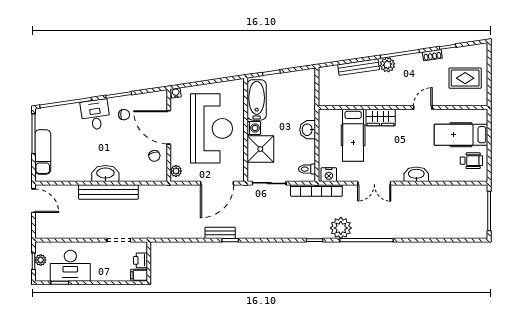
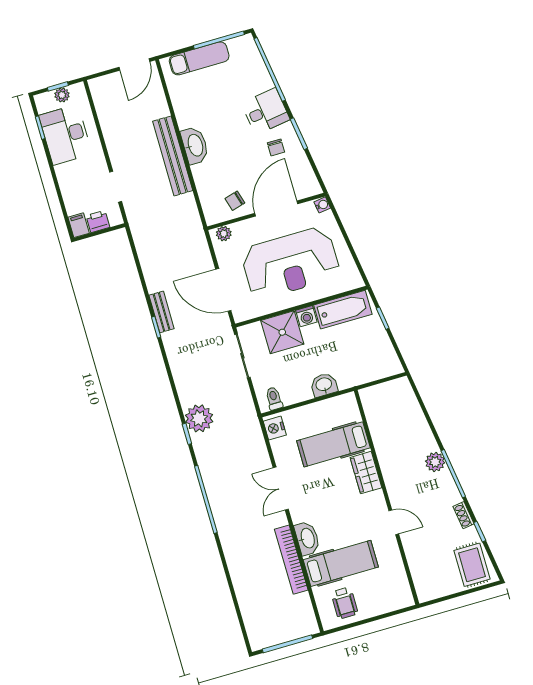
bench: (359, 67) -> (422, 426), removed
rug: (465, 78) -> (472, 565), moved
hospital bed: (461, 135) -> (341, 563), moved, turned 90
bookcase: (316, 190) -> (291, 560), moved
plant: (341, 228) -> (199, 418), moved

